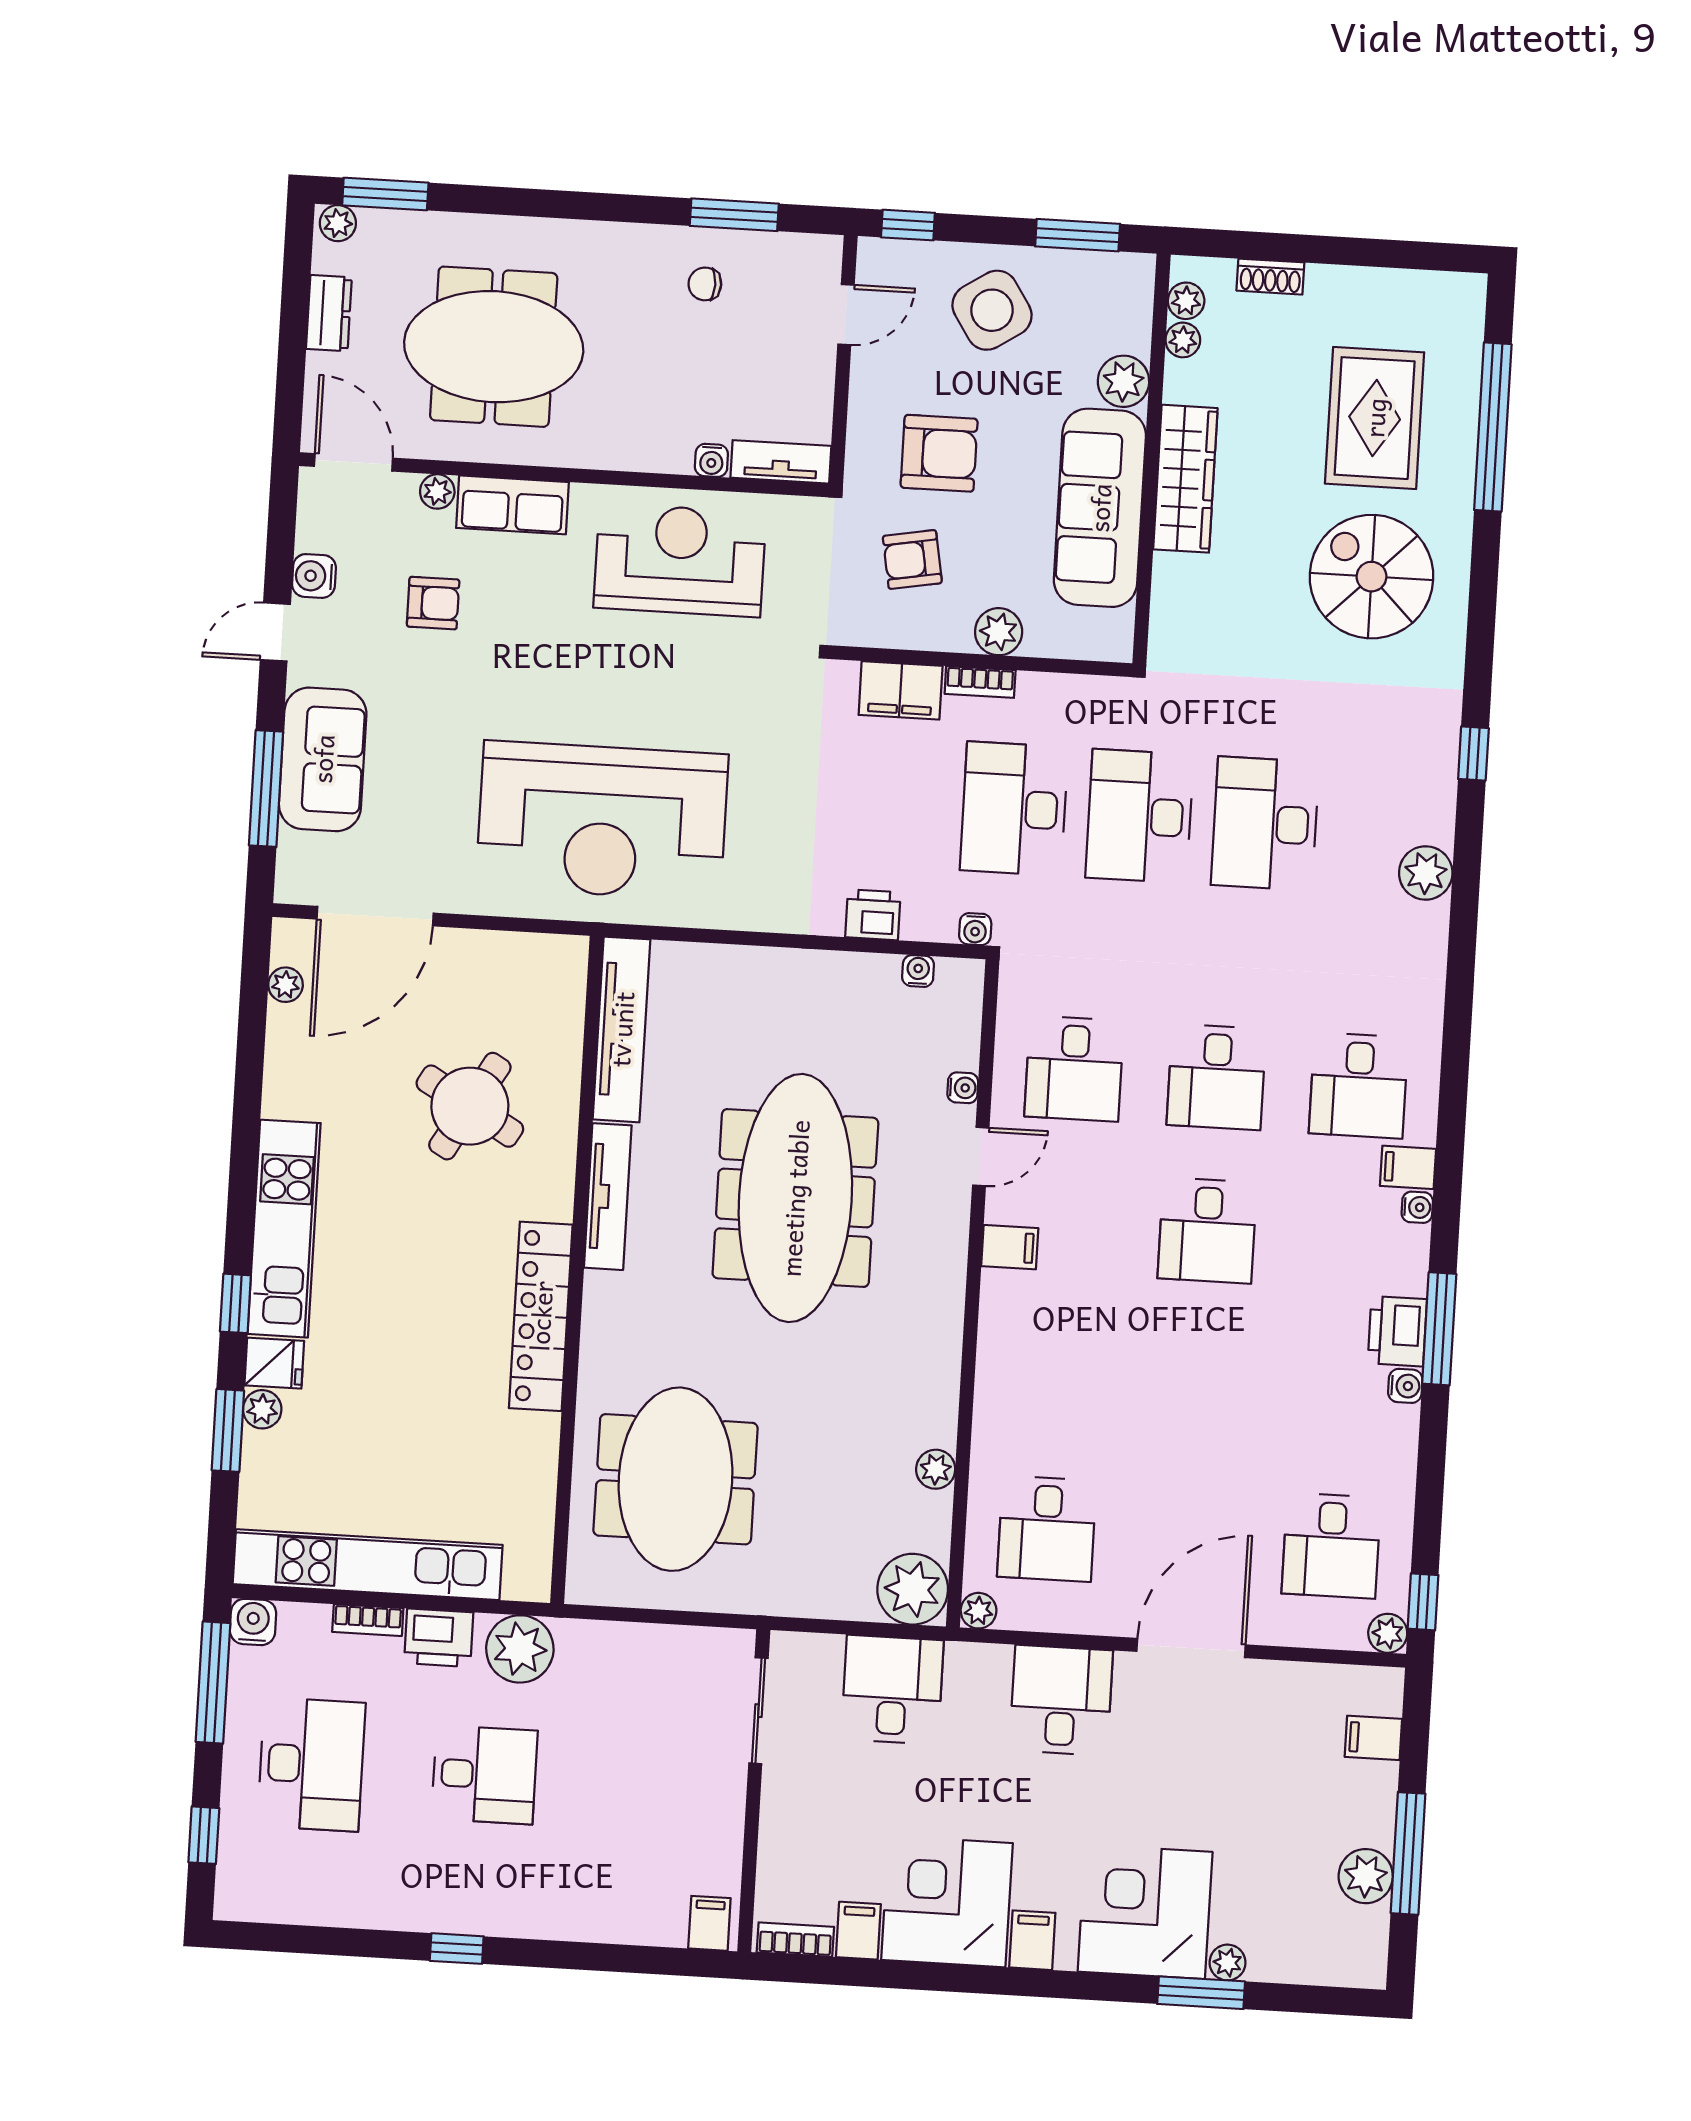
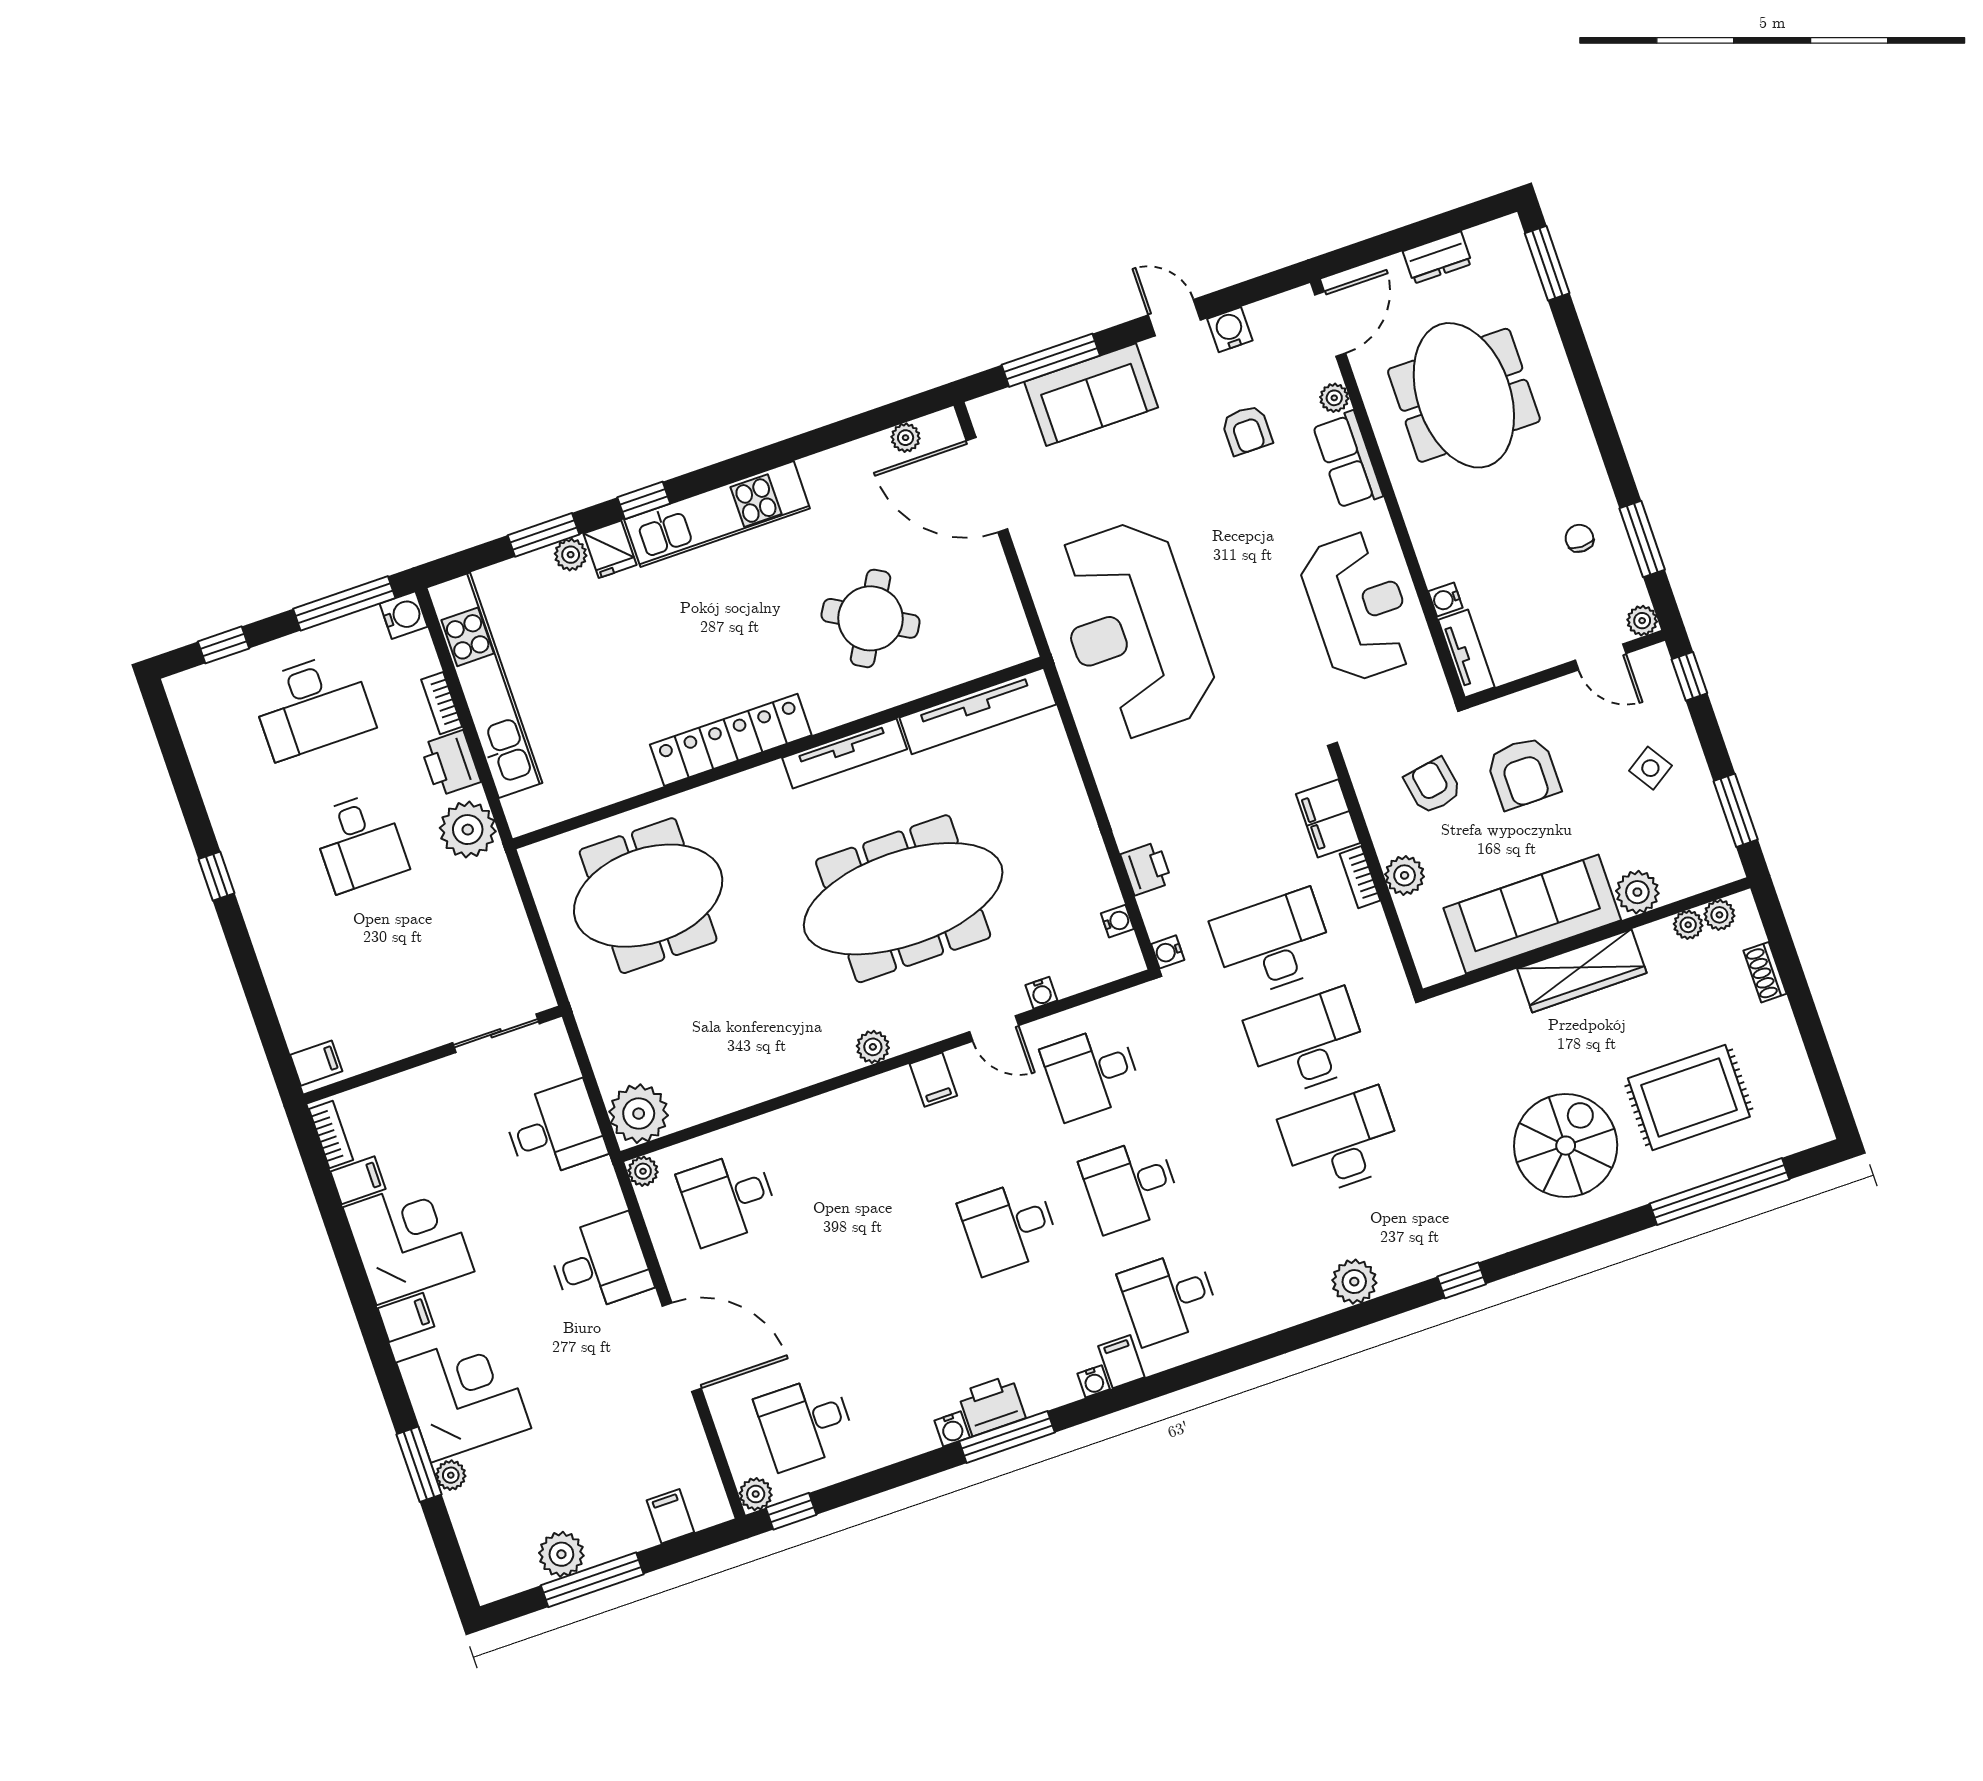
plant: (338, 223) -> (1642, 621), moved
side table: (992, 310) -> (1650, 768), width x0.54, depth x0.54
plant: (936, 1469) -> (873, 1047), moved

